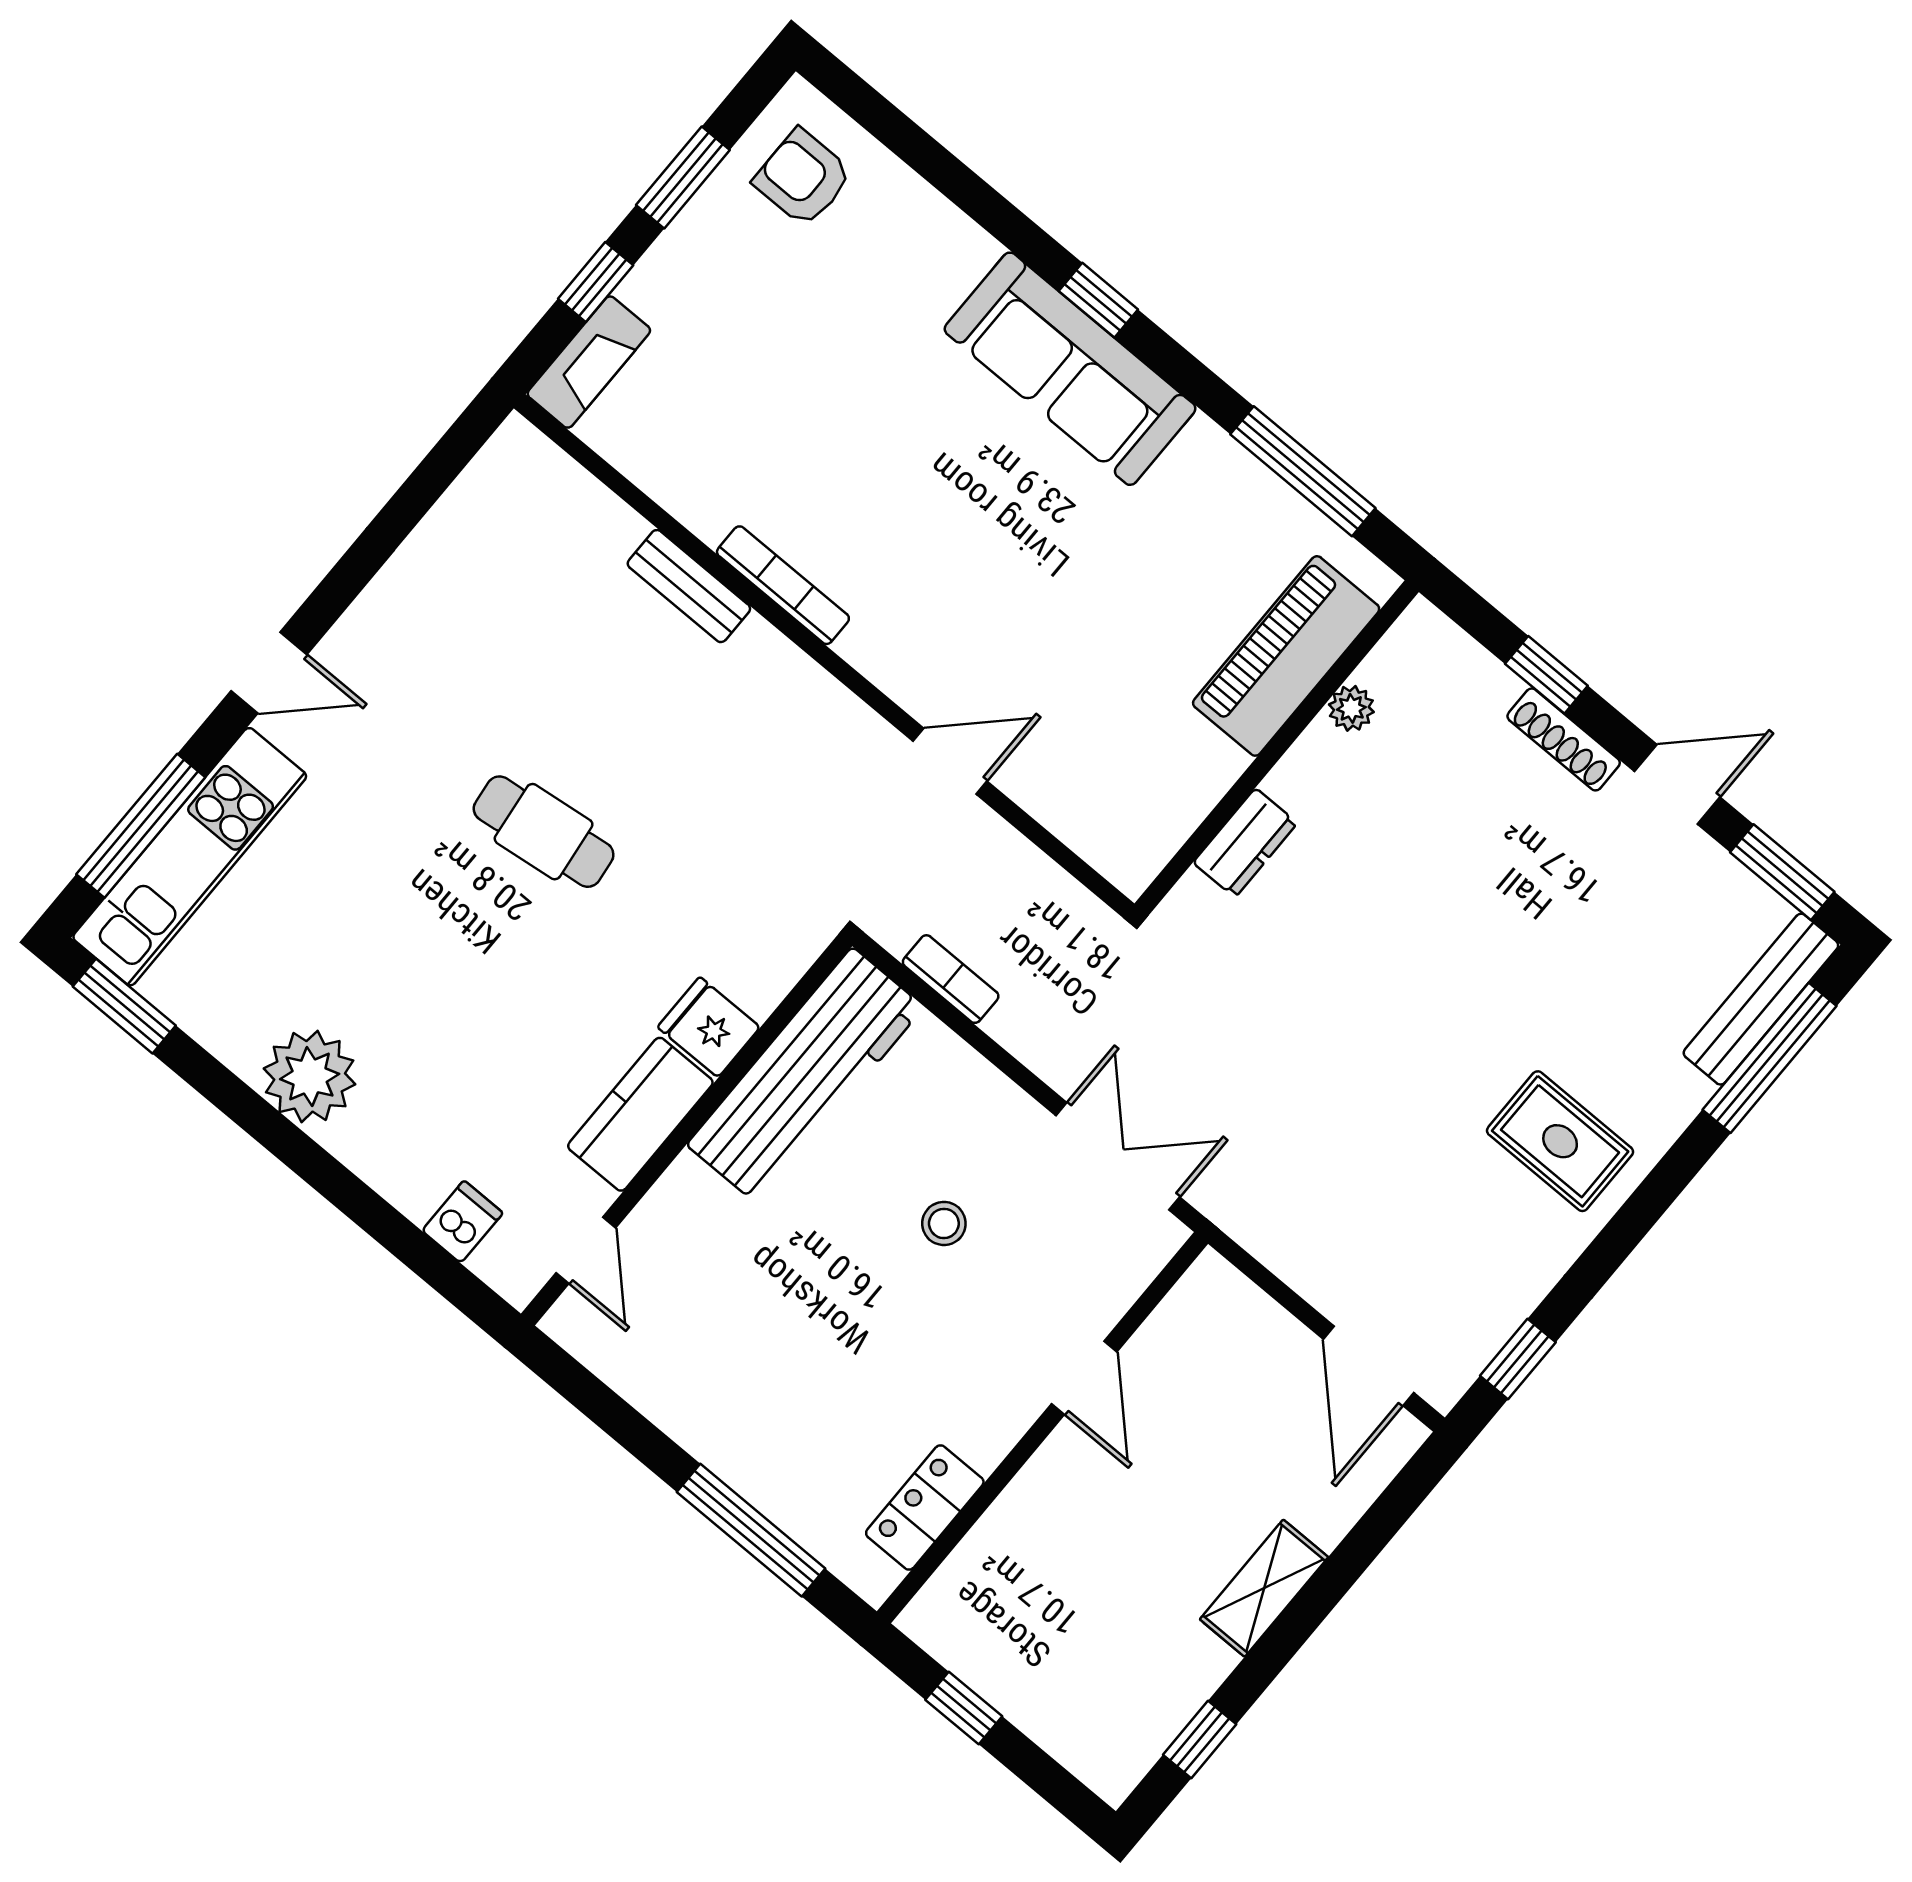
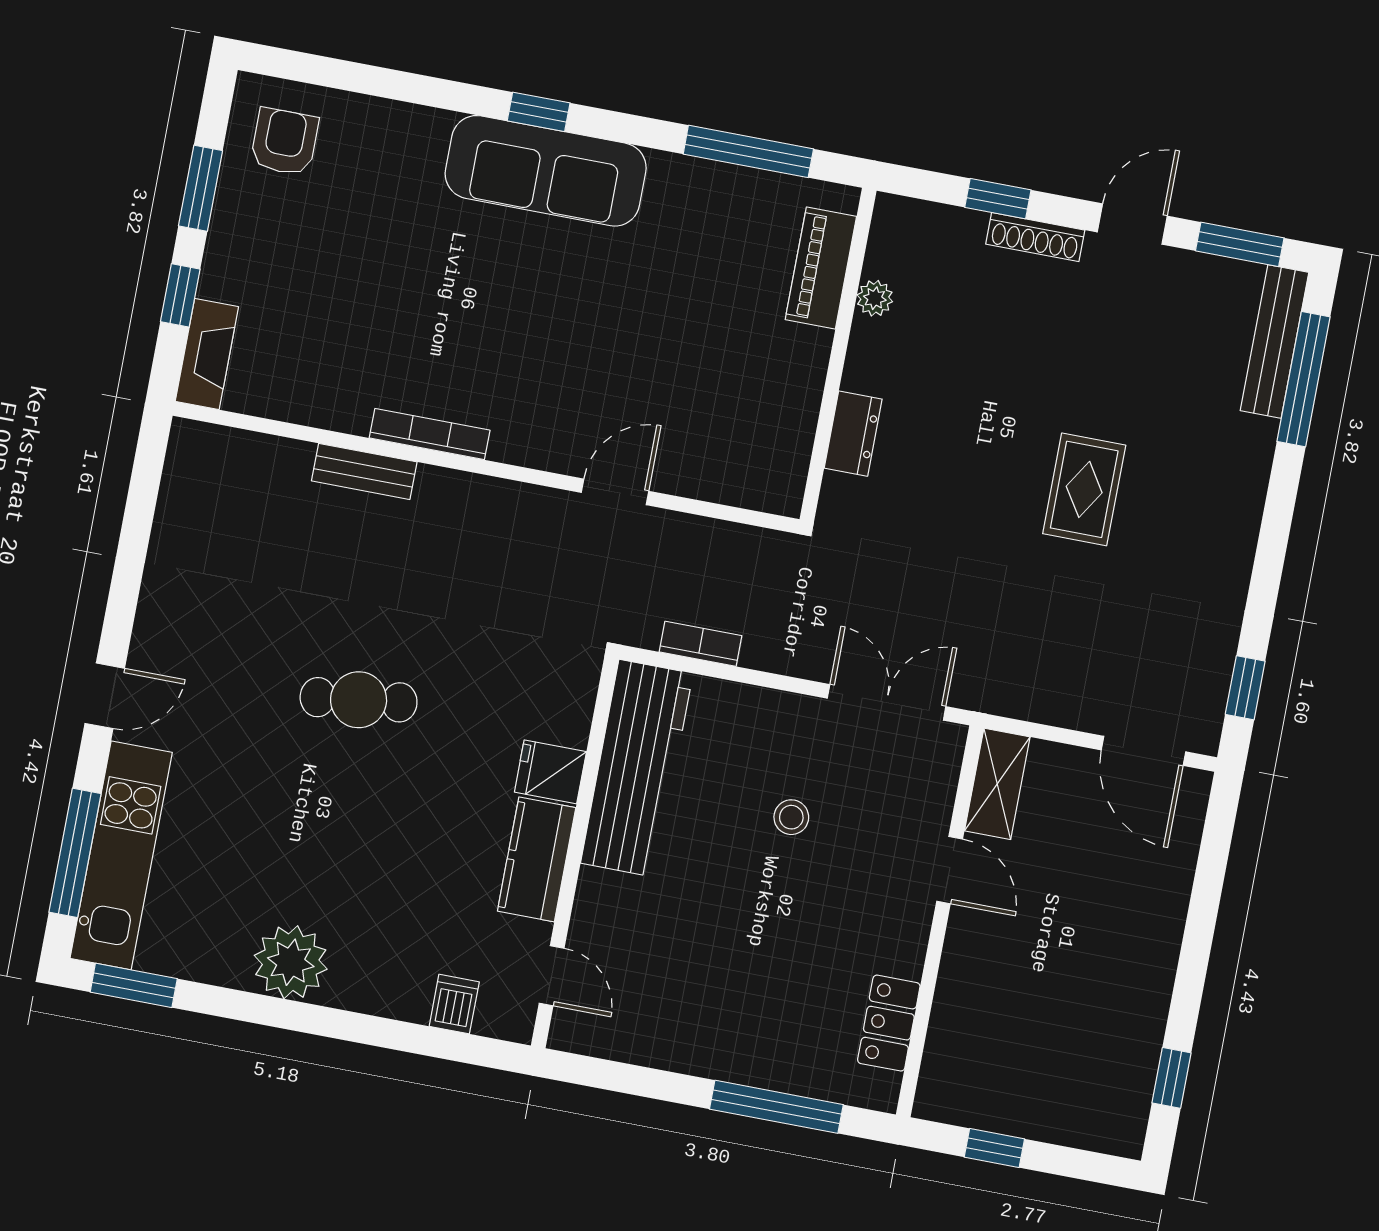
armchair: (803, 178) -> (284, 142), turned 90
piano: (1286, 656) -> (821, 268), width x0.73, depth x0.75
rug: (1560, 1141) -> (1084, 489), moved, turned 90
shelving: (1264, 1588) -> (997, 784), moved

